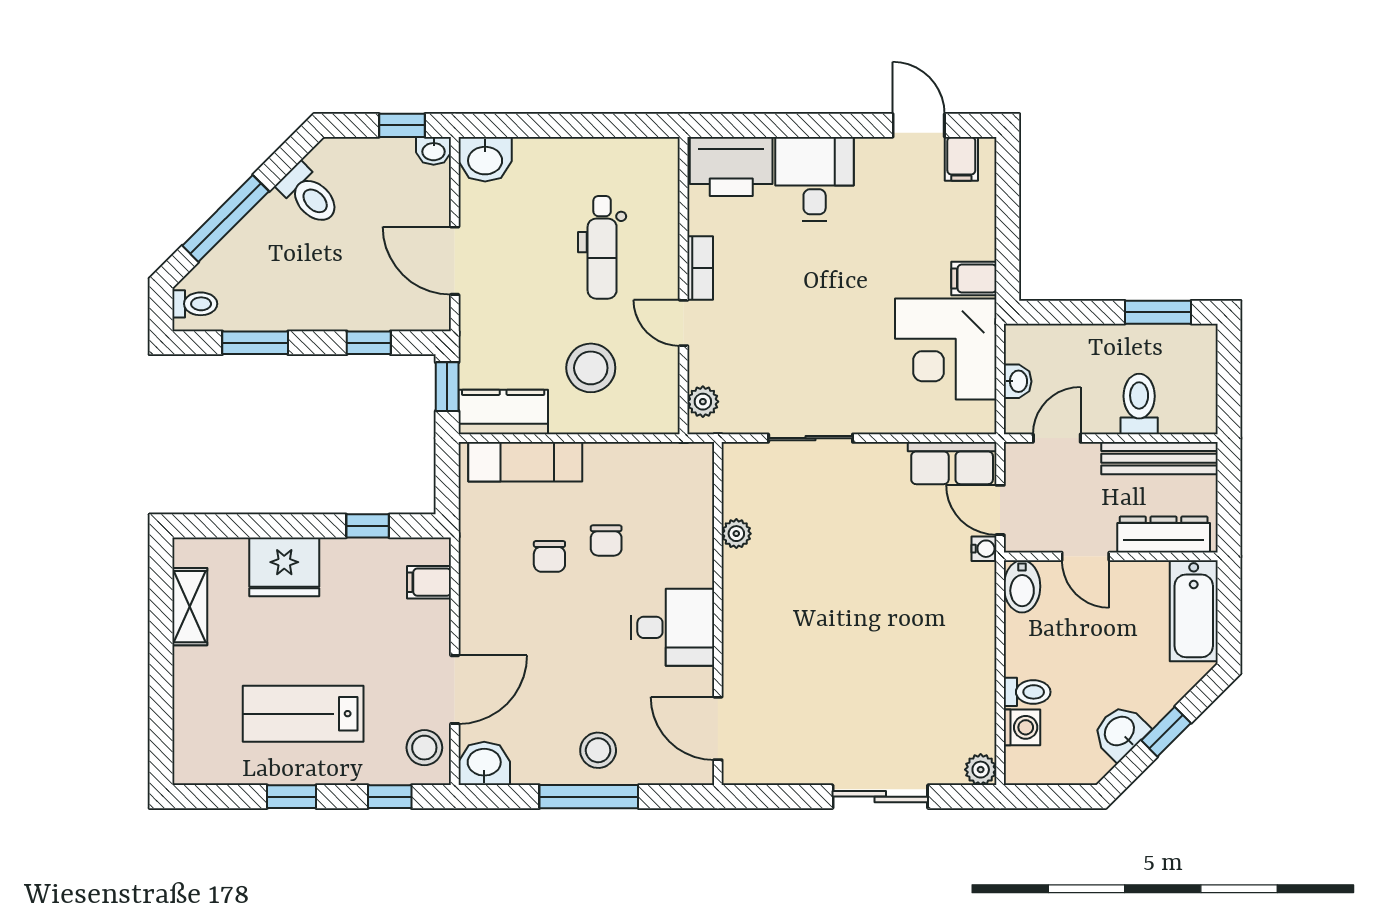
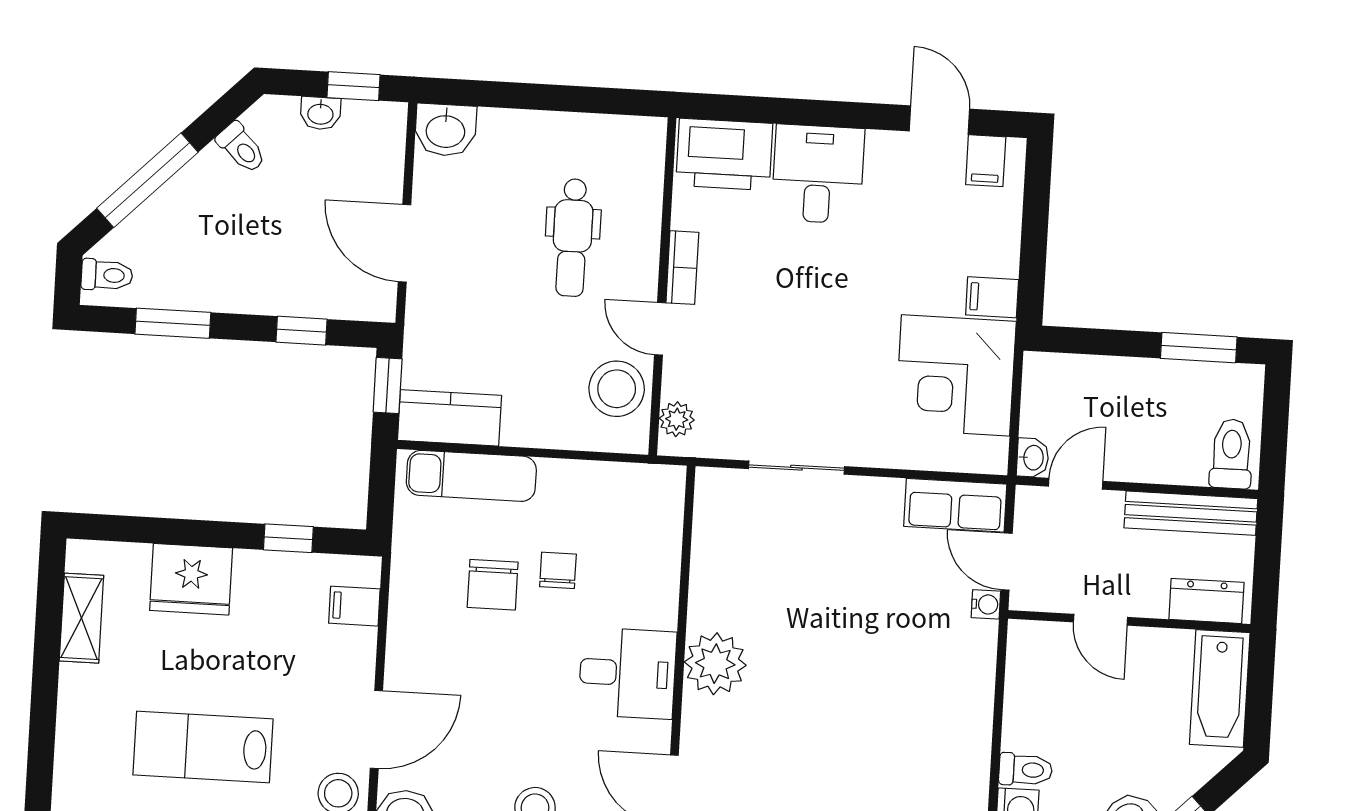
washbasin: (434, 151) -> (320, 113), moved
toilet: (309, 195) -> (241, 148), width x0.73, depth x0.72
stool: (591, 368) -> (617, 389), moved
washbasin: (1018, 381) -> (1033, 458), moved
toilet: (1139, 404) -> (1231, 454), moved
plant: (736, 534) -> (715, 664), moved, width x1.88, depth x1.88
dresser: (1164, 534) -> (1206, 601), width x0.70
chair: (606, 541) -> (558, 570), turned 180
chair: (549, 556) -> (493, 585), width x1.37, depth x1.37
bidet: (1022, 586) -> (1027, 650), removed

